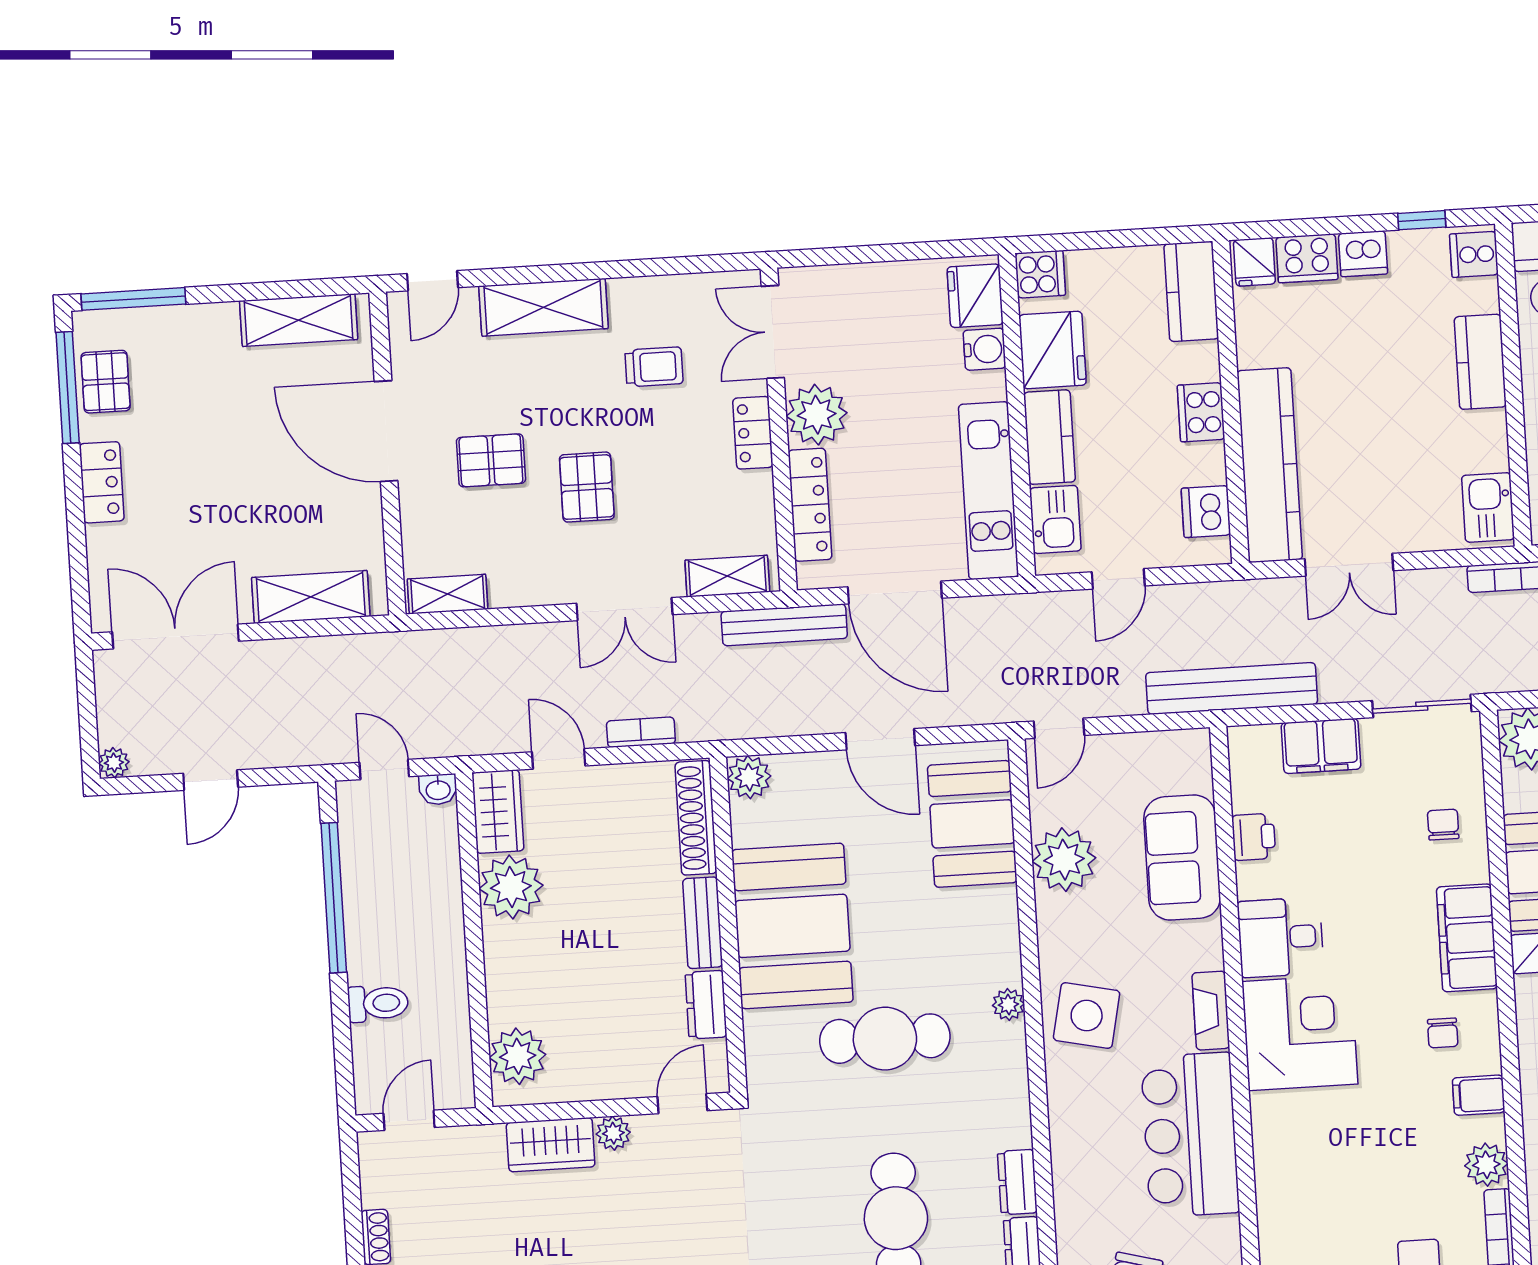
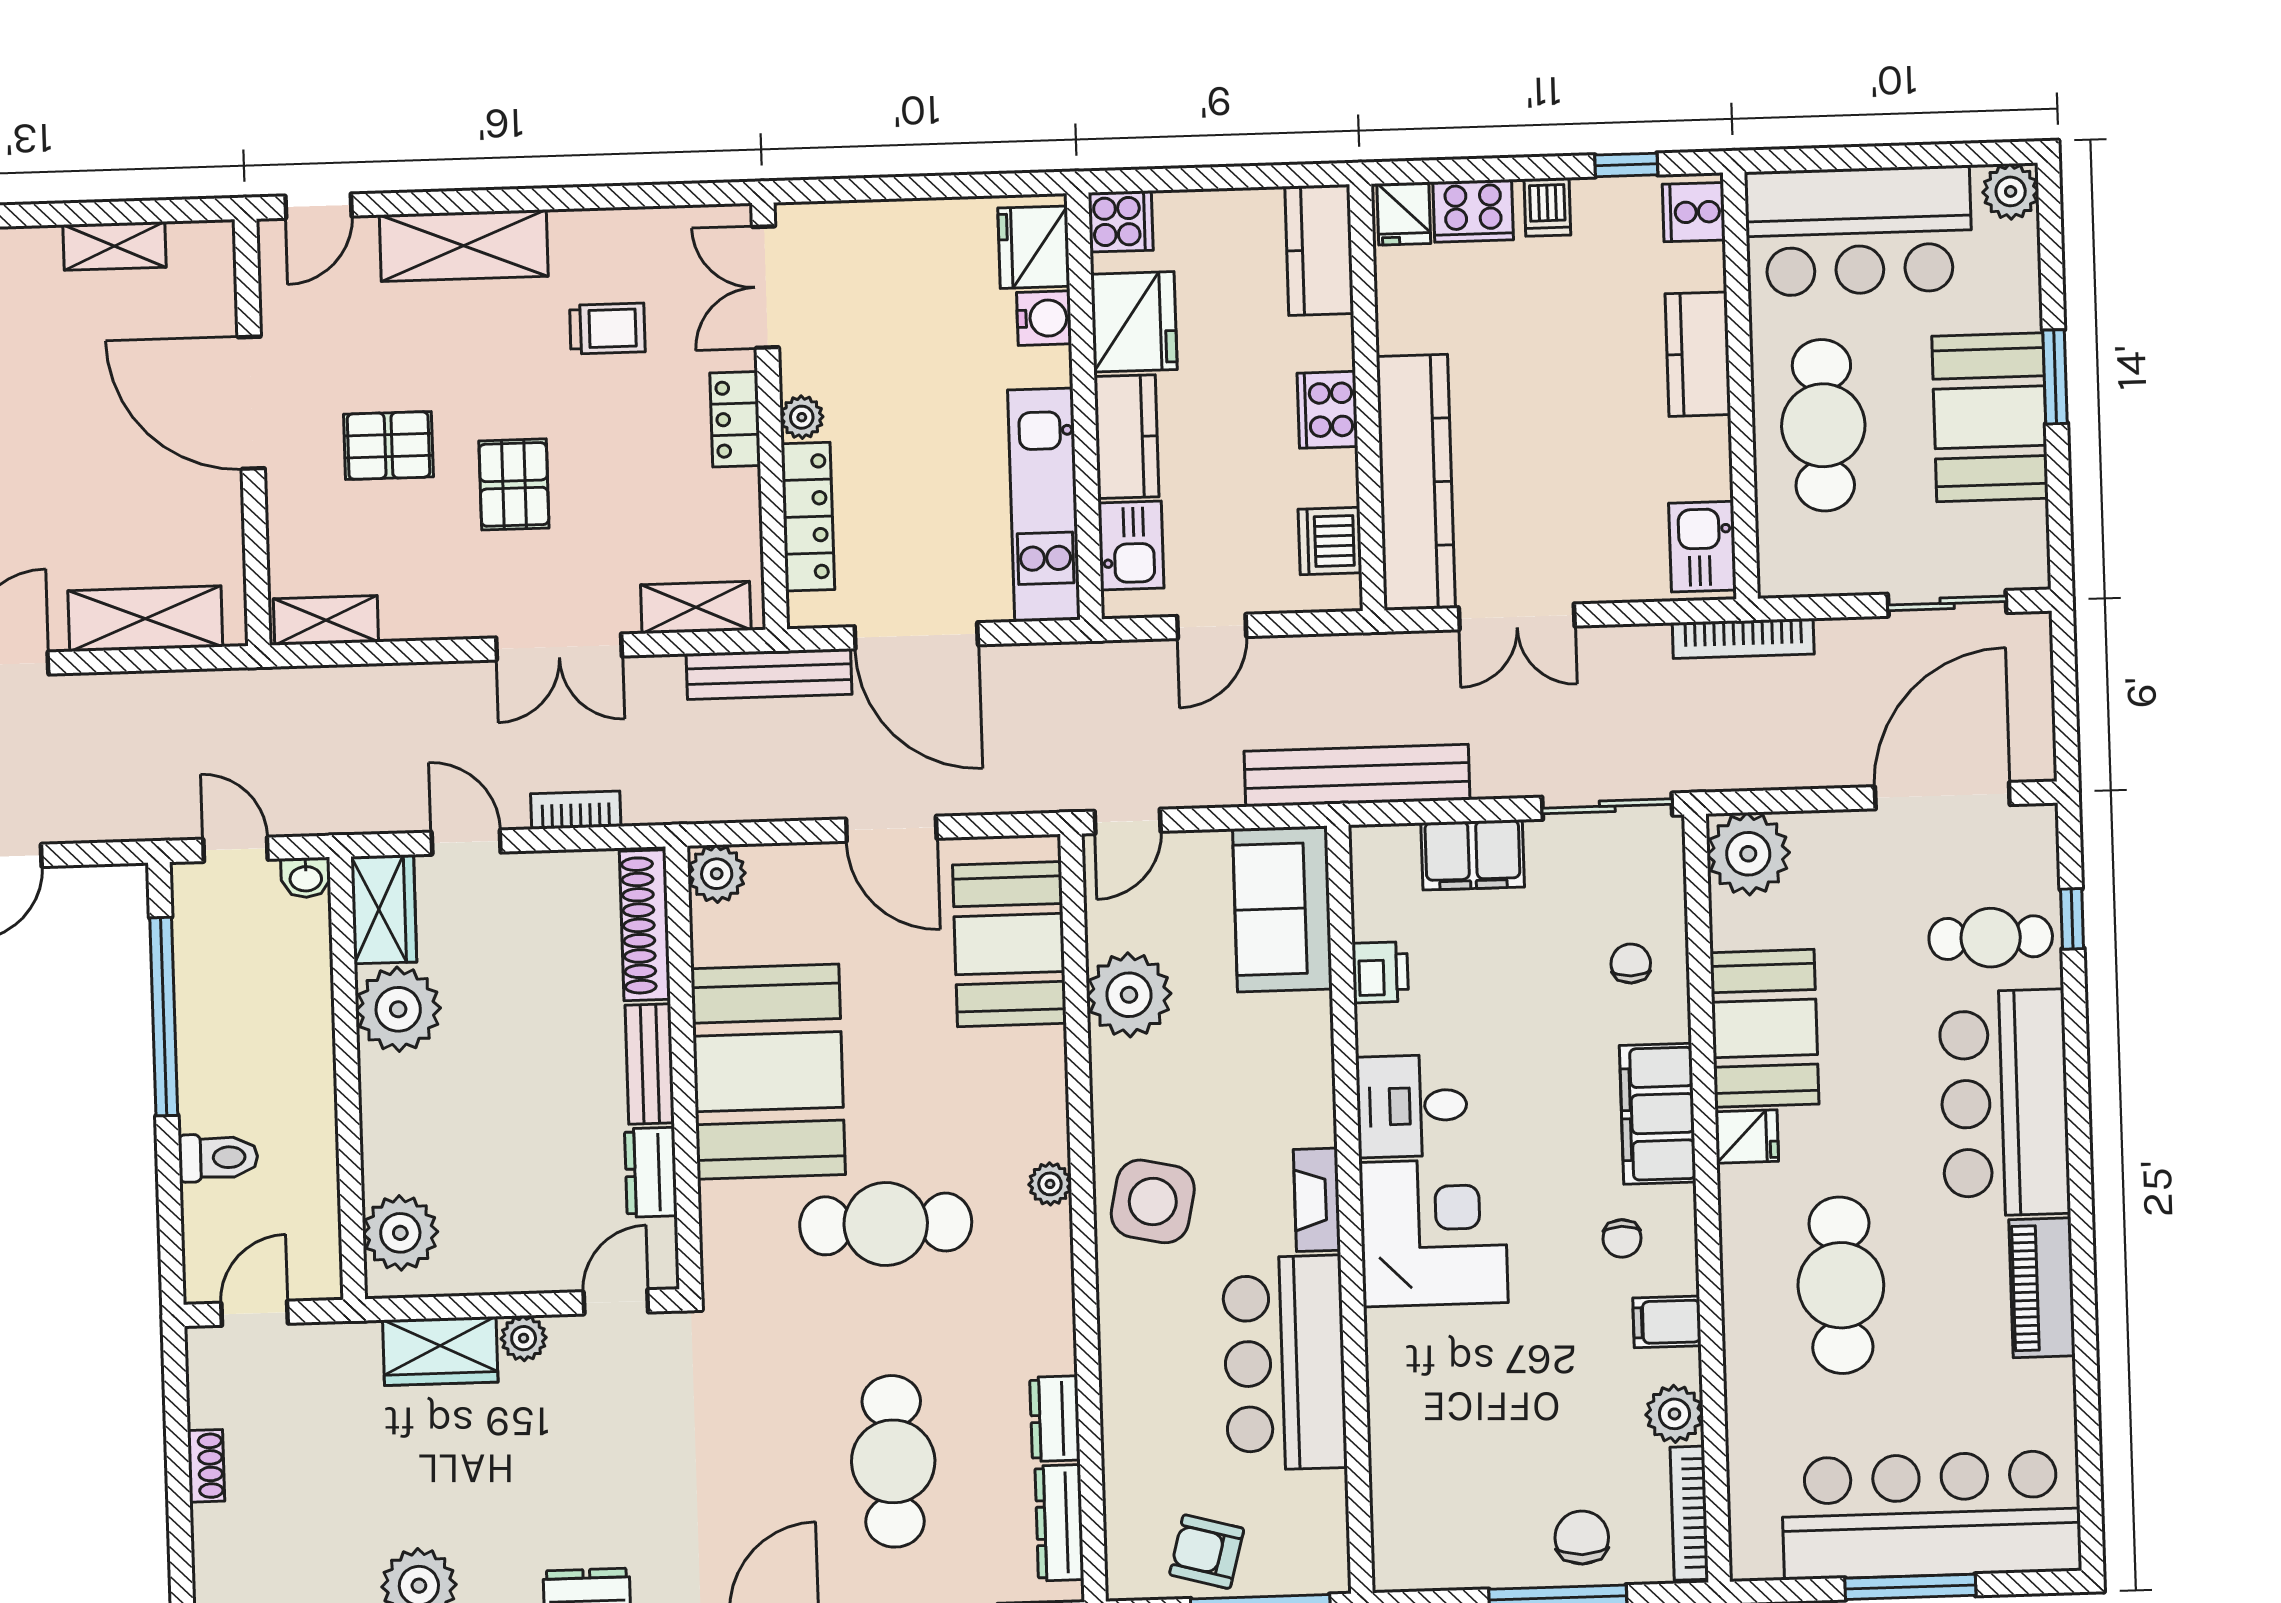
dishwasher: (1363, 254) -> (1547, 207), width x0.73
shelving: (299, 320) -> (114, 246), width x0.67, depth x0.75
plant: (817, 415) -> (802, 417), width x0.53, depth x0.53
sofa: (1182, 858) -> (1282, 909), moved

